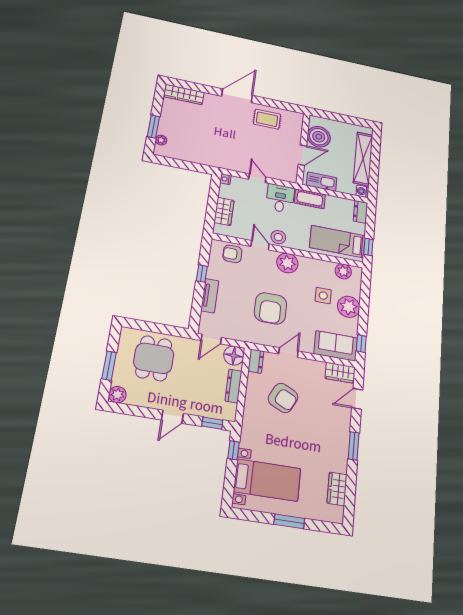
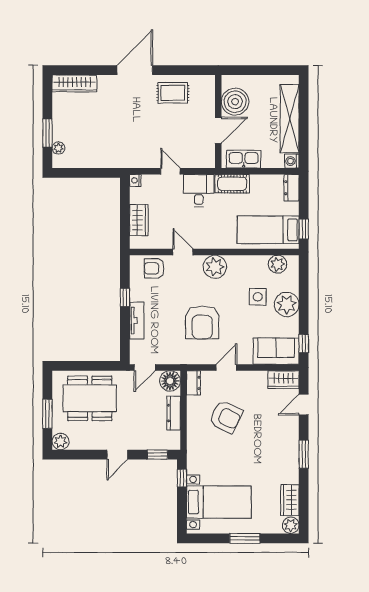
stool: (278, 237) -> (202, 238), removed
dining table: (154, 358) -> (90, 398), width x1.38
plant: (336, 515) -> (291, 525), added

